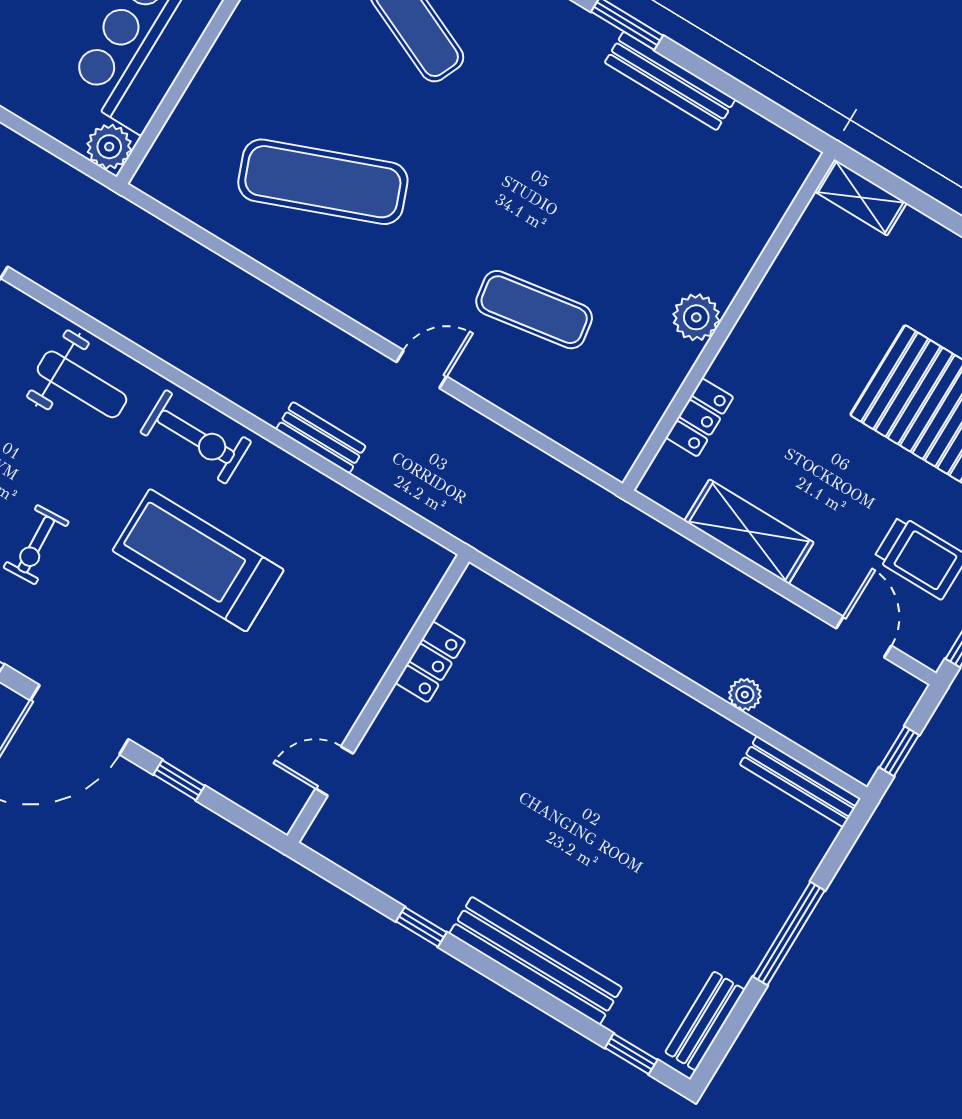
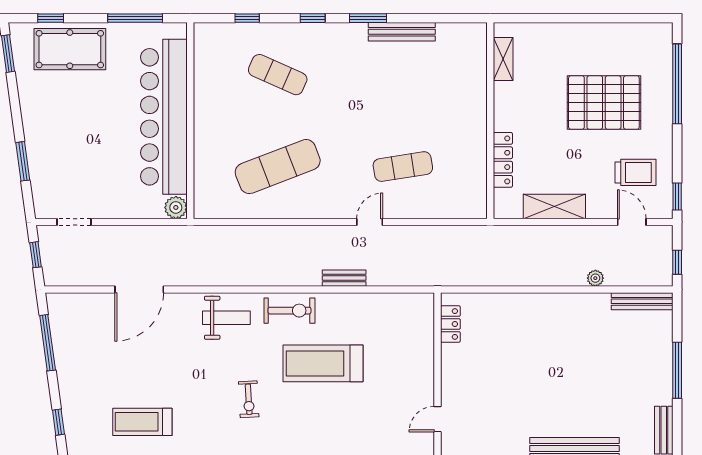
shelving: (861, 197) -> (503, 59), moved, turned 90
plant: (696, 317) -> (475, 127), removed
locker: (700, 417) -> (503, 160), width x1.53
locker: (430, 662) -> (450, 324), moved

